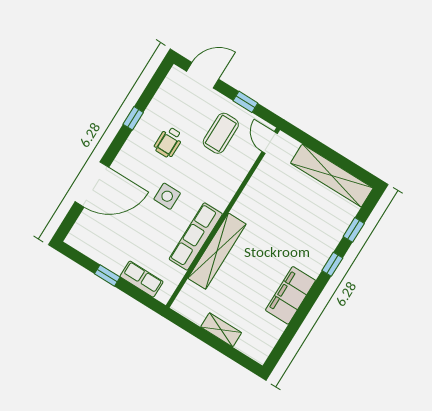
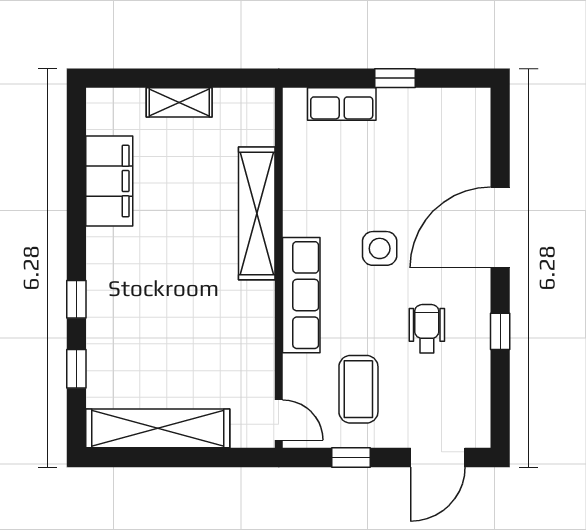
door: (92, 184) -> (500, 227), moved
row of seats: (196, 236) -> (301, 295), moved
filing cabinet: (290, 295) -> (109, 181), moved

